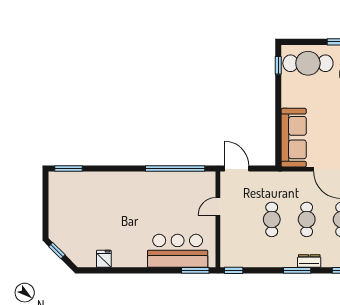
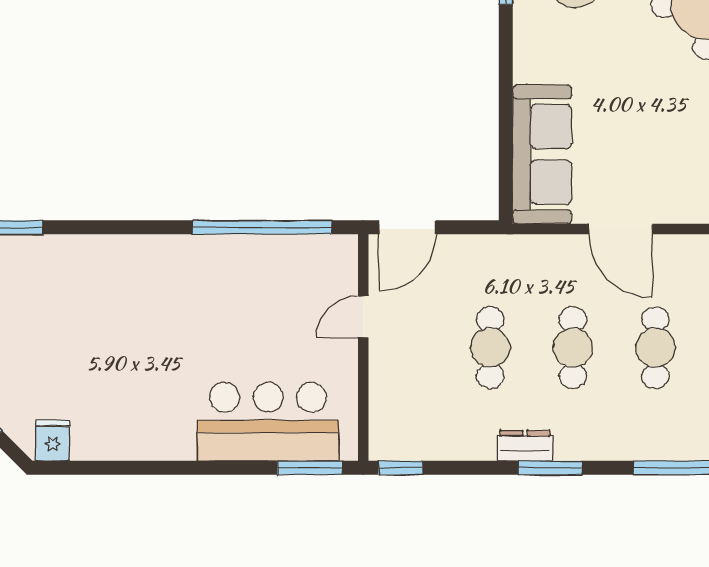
door: (237, 169) -> (408, 227), swing flipped
fridge: (104, 259) -> (53, 440), moved
dresser: (309, 261) -> (525, 446), moved

